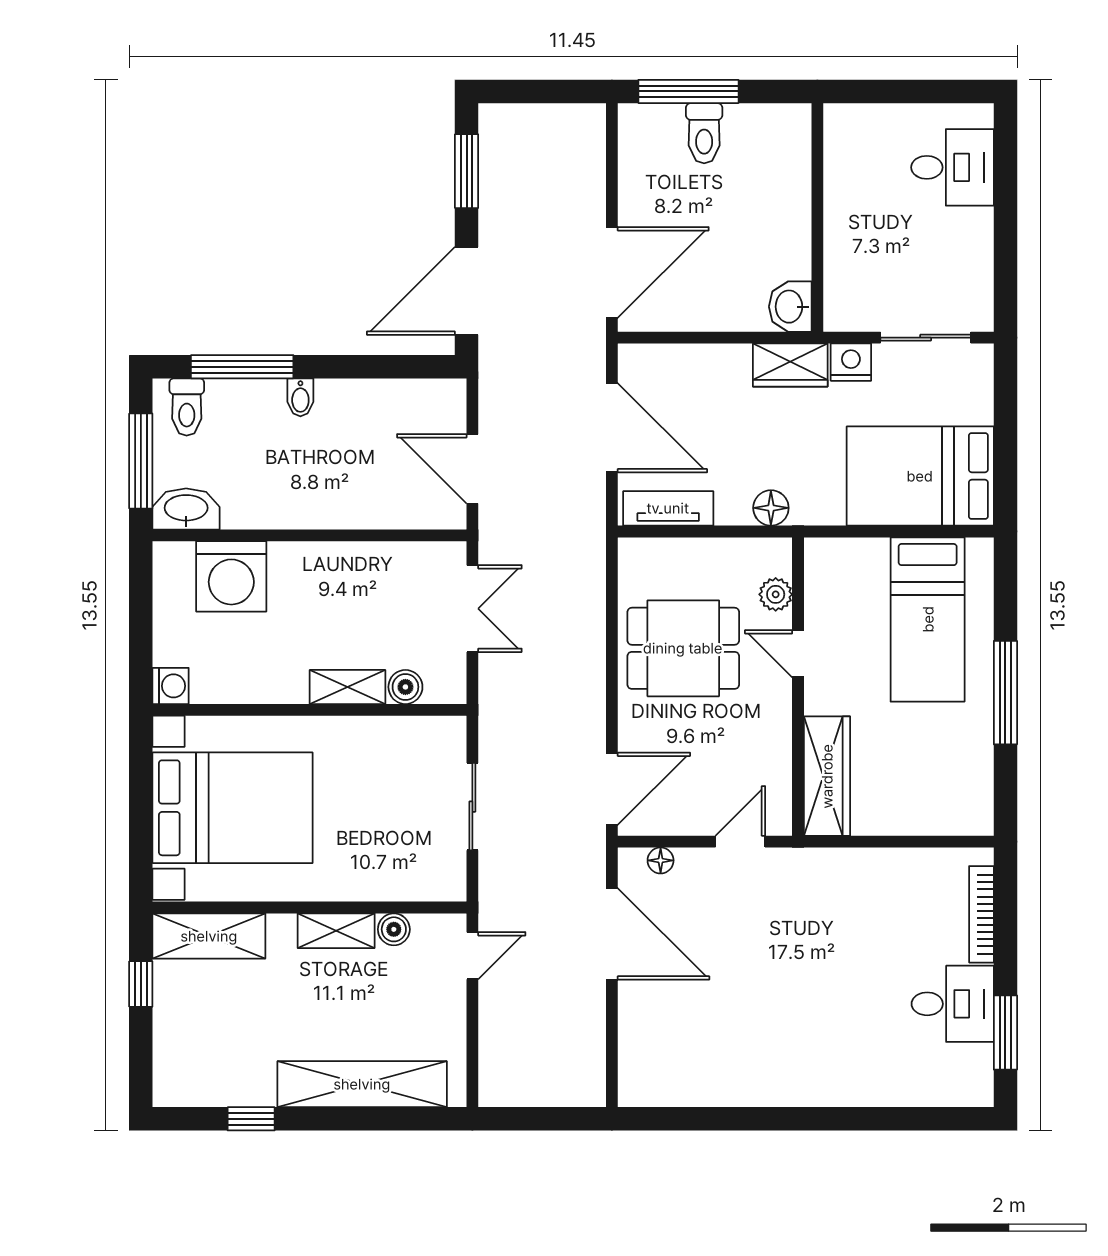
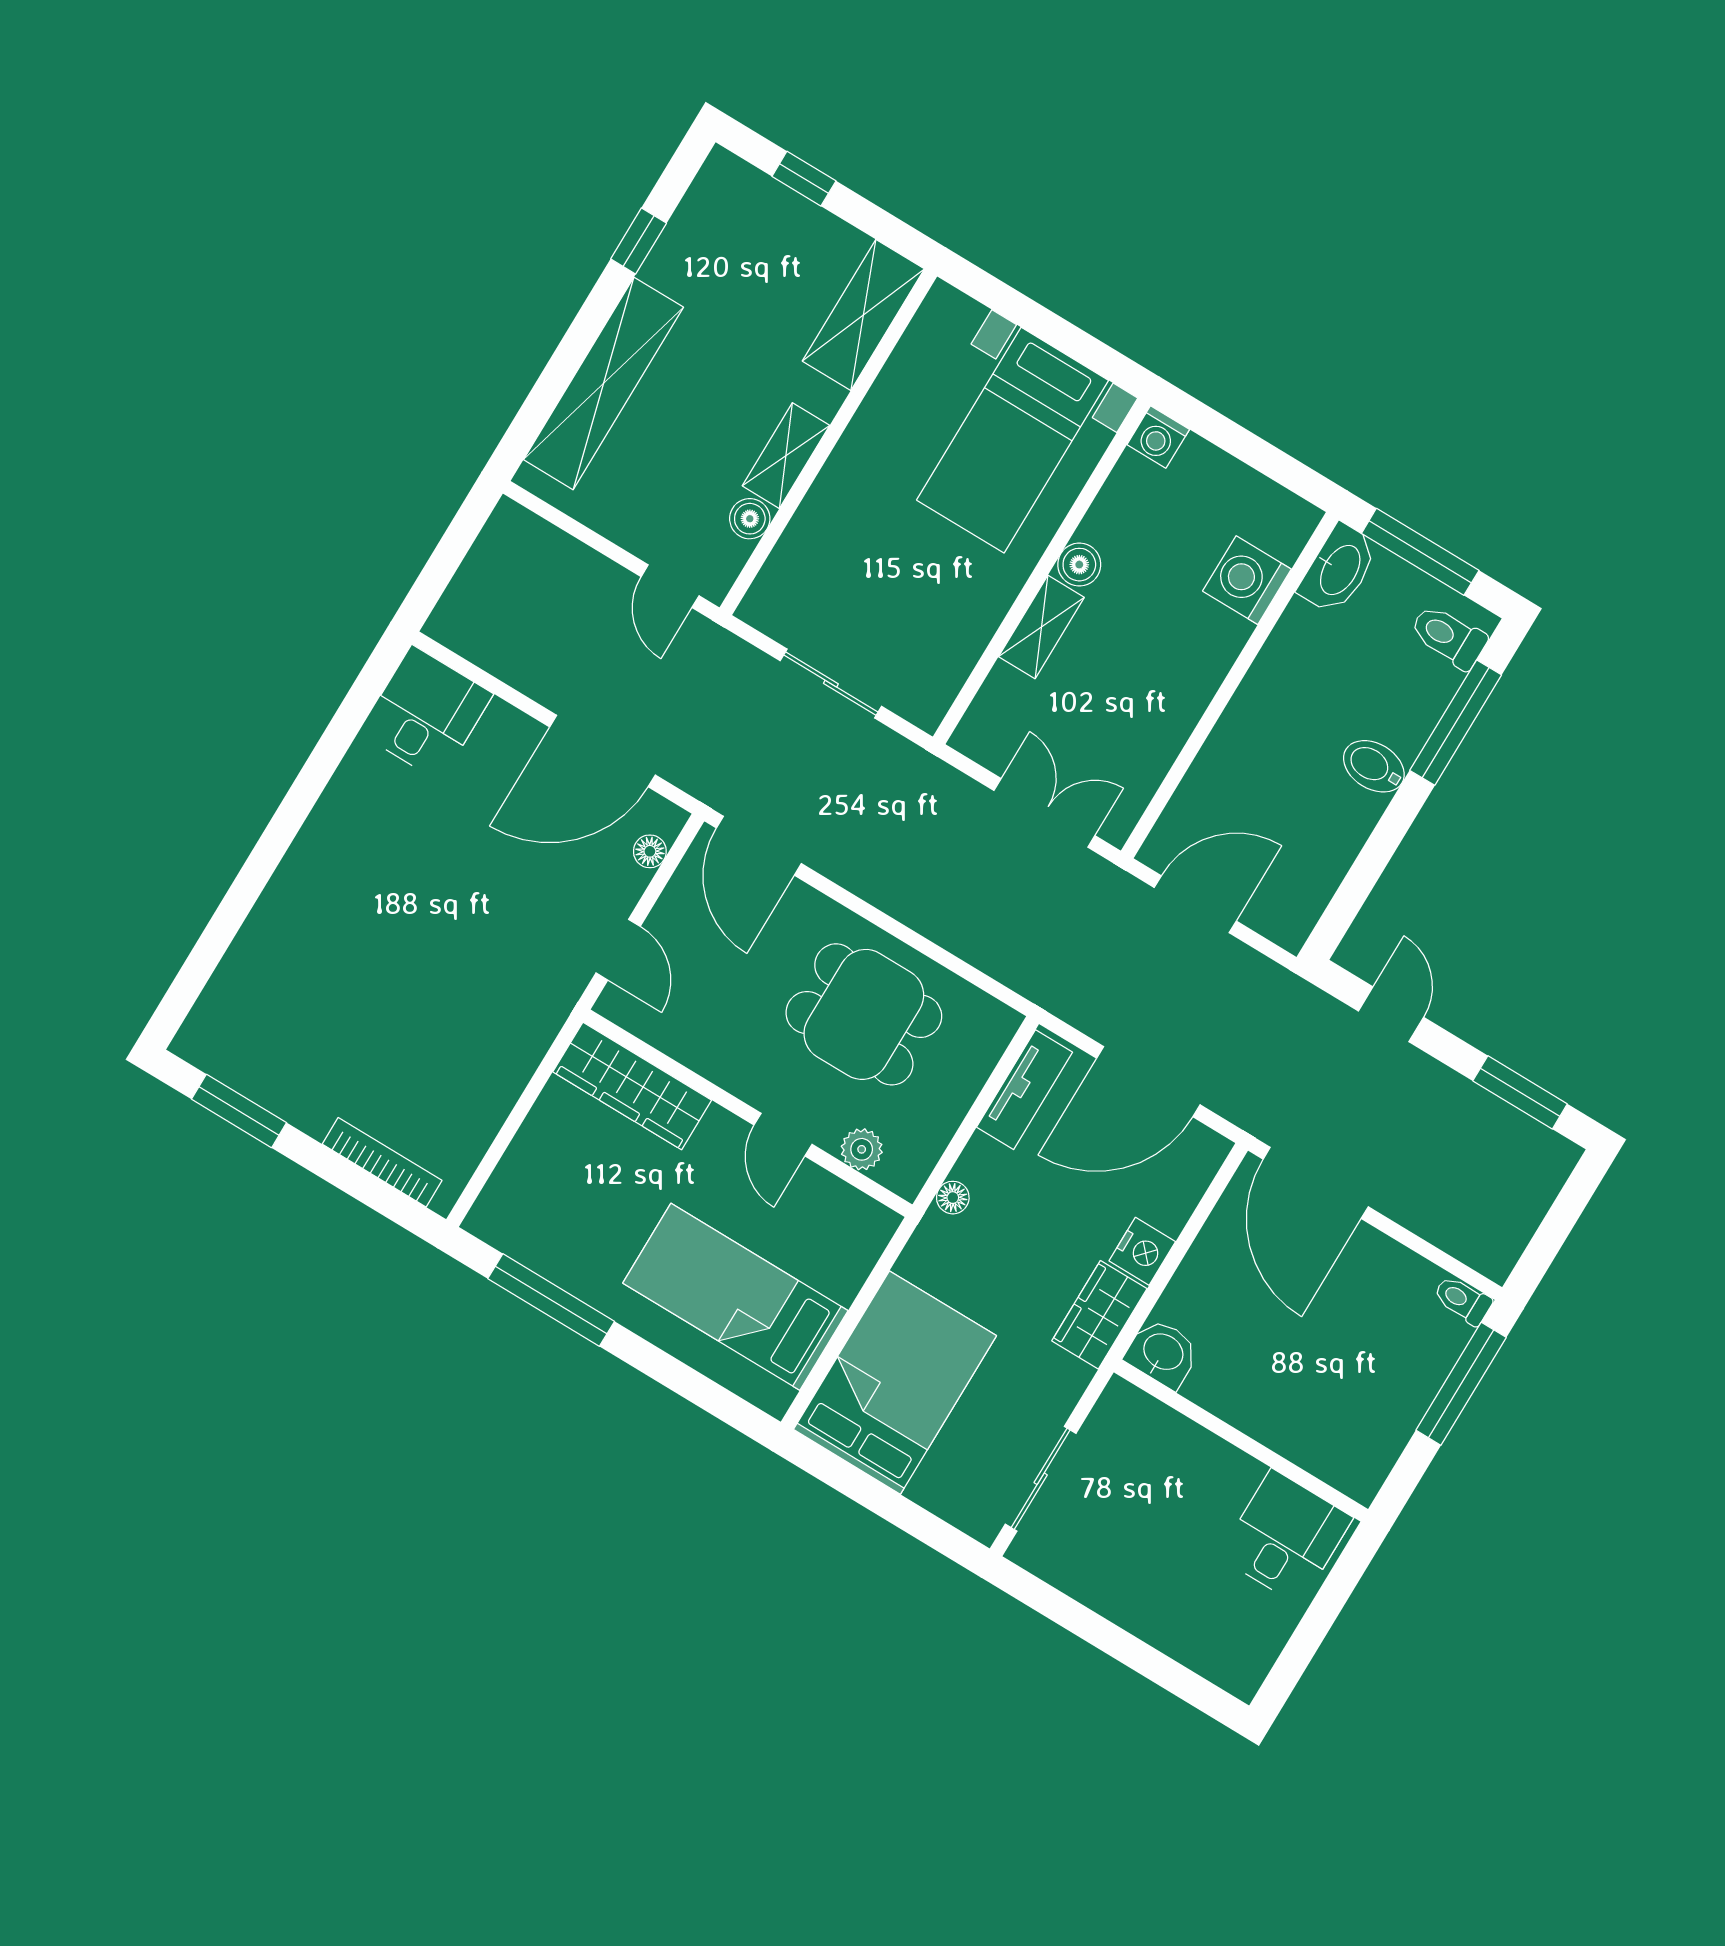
toilet: (704, 133) -> (1463, 1300), moved, width x0.73, depth x0.72
desk: (952, 167) -> (1286, 1537), moved, turned 180
door: (467, 291) -> (1391, 1014), width x0.53
nightstand: (851, 362) -> (1142, 1251), moved
bidet: (300, 397) -> (1374, 766), width x1.38, depth x1.36
floor lamp: (771, 508) -> (953, 1198), width x0.73, depth x0.73
washing machine: (231, 576) -> (1247, 580), width x0.73, depth x0.73
double door: (472, 609) -> (1044, 813), swing flipped
dining table: (683, 648) -> (864, 1014), turned 90
door: (798, 654) -> (783, 1135), swing flipped
boiler: (405, 687) -> (1079, 565), moved
window: (1005, 693) -> (551, 1300), moved
bed with nightstands: (233, 808) -> (1013, 440), width x0.73
window: (141, 984) -> (804, 179), moved
desk: (953, 1004) -> (426, 713), moved, turned 180

